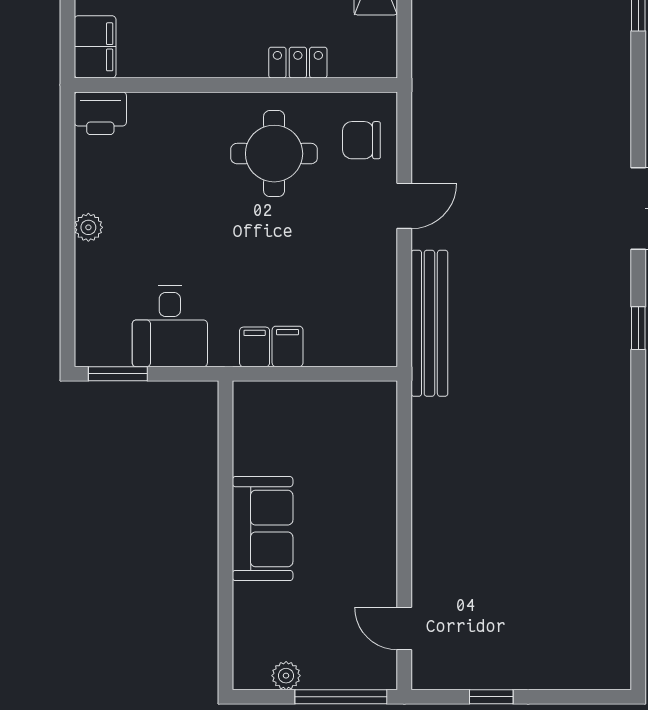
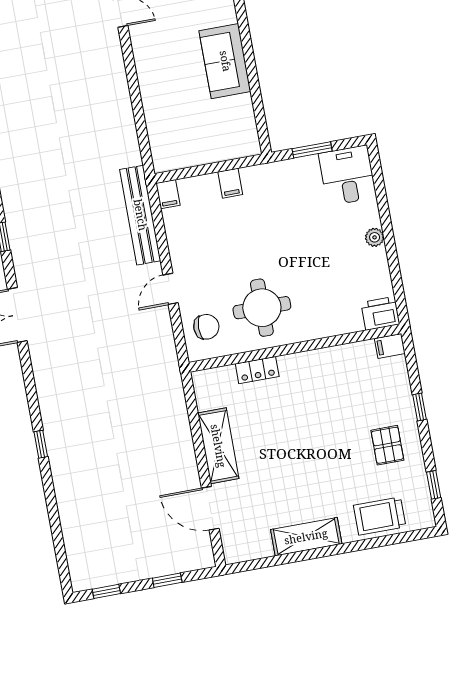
filing cabinet: (95, 47) -> (390, 346), width x0.50
desk: (170, 326) -> (347, 175), moved
filing cabinet: (255, 347) -> (168, 194), moved
window: (118, 374) -> (312, 150), moved

